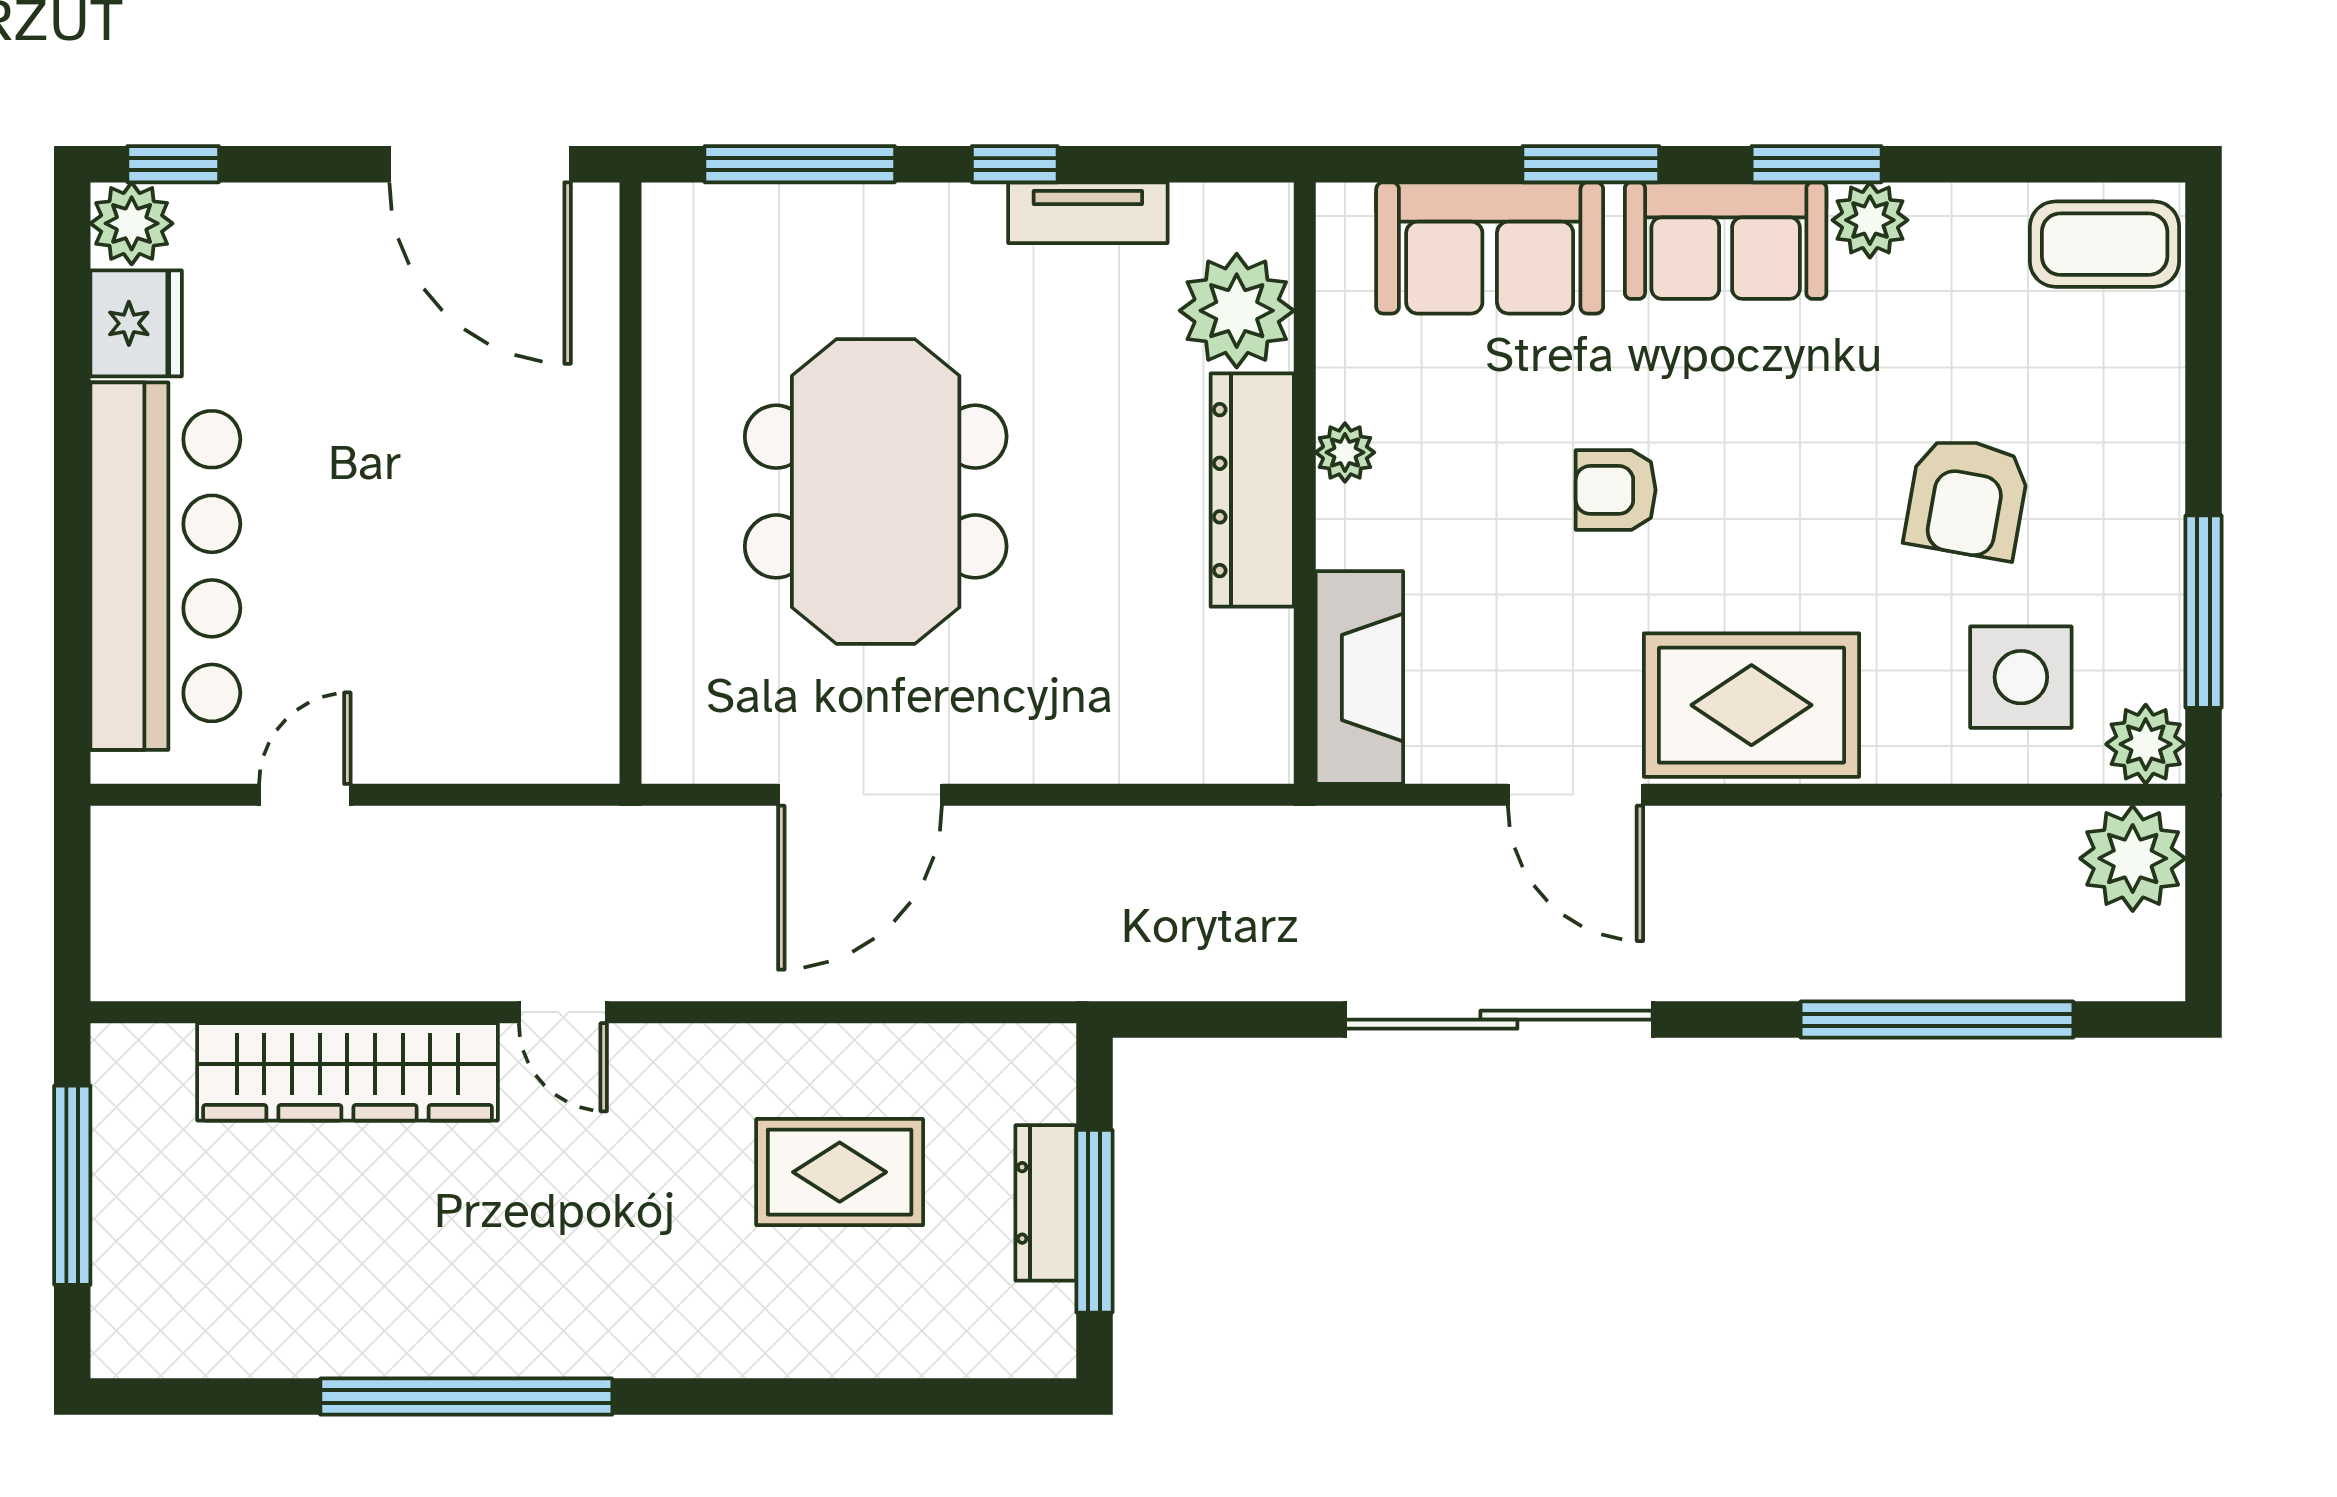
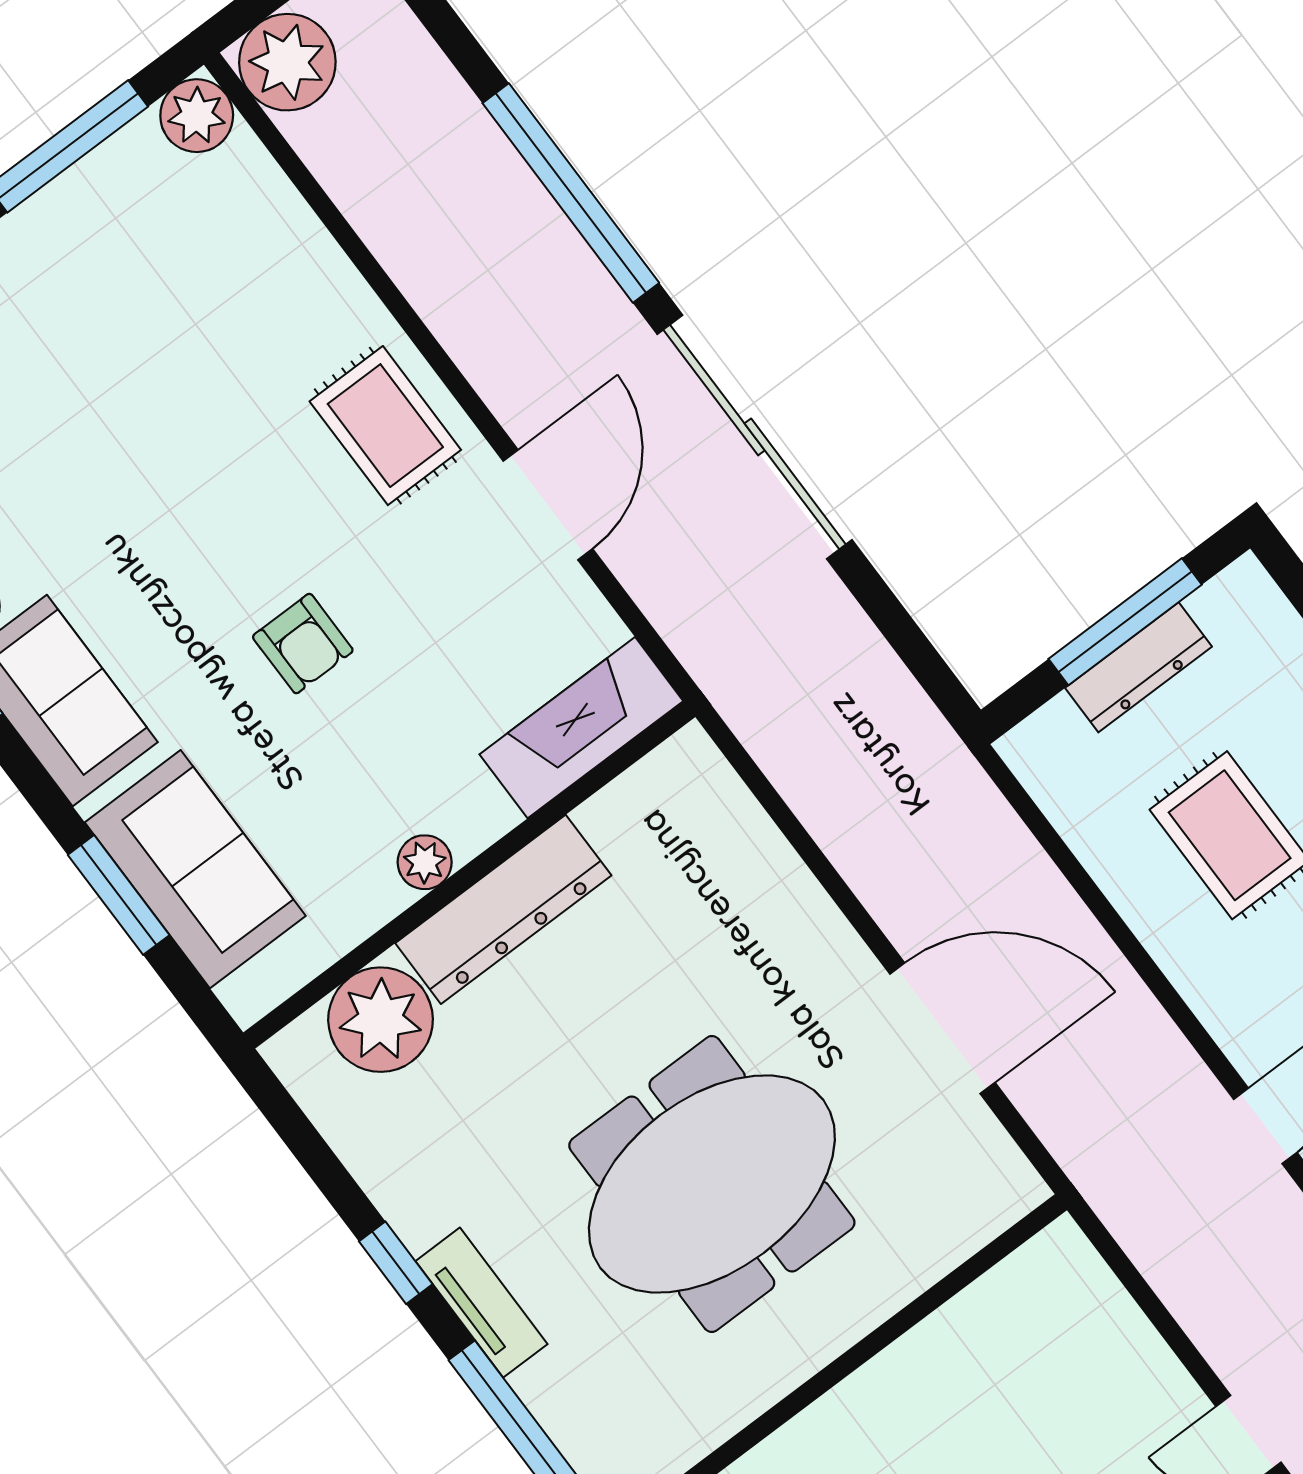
window: (1591, 164) -> (119, 895), moved
tv unit: (1088, 213) -> (481, 1303), moved
armchair: (1967, 498) -> (115, 382), removed
side table: (2021, 677) -> (216, 244), removed
rug: (1751, 705) -> (385, 426), width x0.73, depth x0.70
window: (1937, 1020) -> (571, 193), moved

